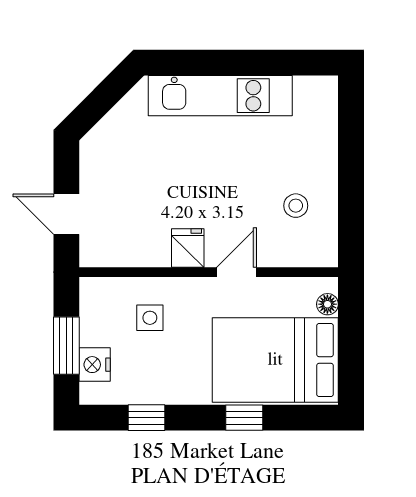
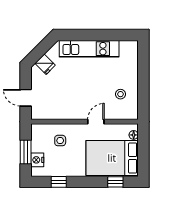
fridge: (188, 248) -> (45, 64), moved, turned 135
window: (244, 418) -> (115, 182), moved

